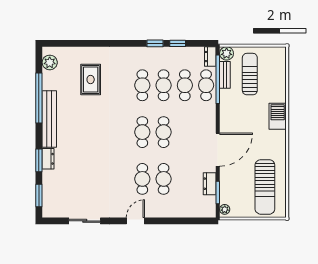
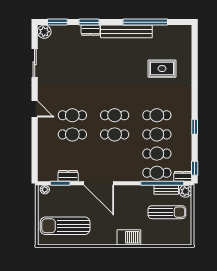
window: (178, 43) -> (195, 168), moved
plant: (50, 62) -> (44, 32), moved

